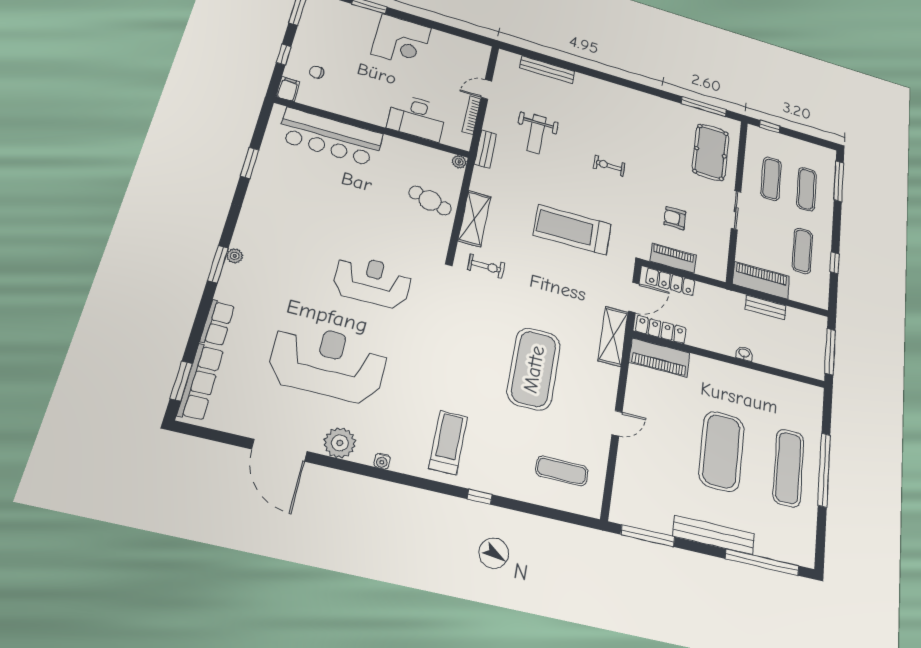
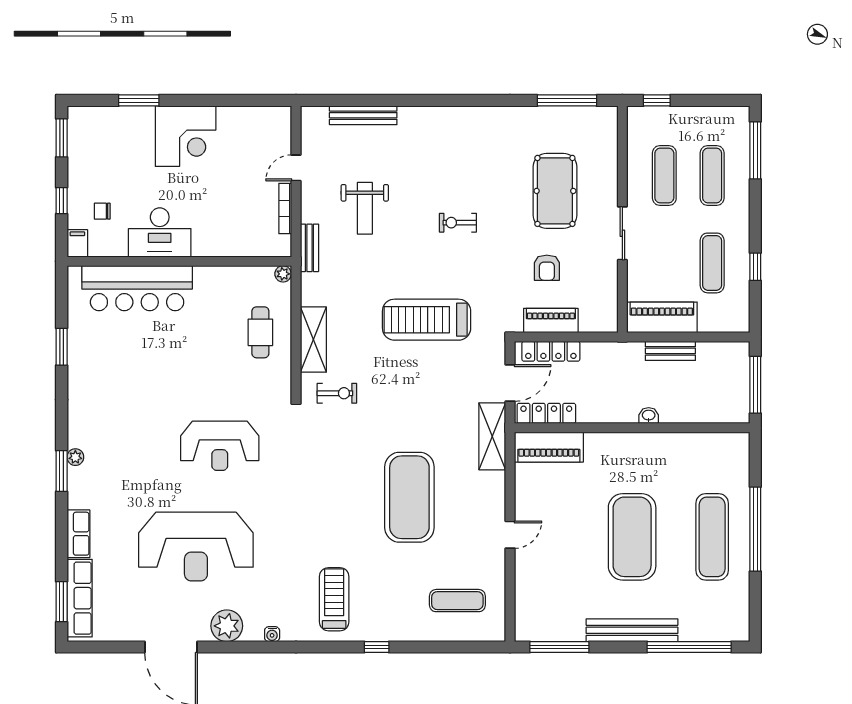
desk: (417, 118) -> (160, 232), moved
pool table: (711, 152) -> (555, 191), moved
cafe table: (430, 200) -> (260, 332), turned 74
armchair: (675, 218) -> (547, 268), turned -90
reception desk: (372, 281) -> (220, 446), turned 180
reception desk: (328, 363) -> (196, 547), turned 180

